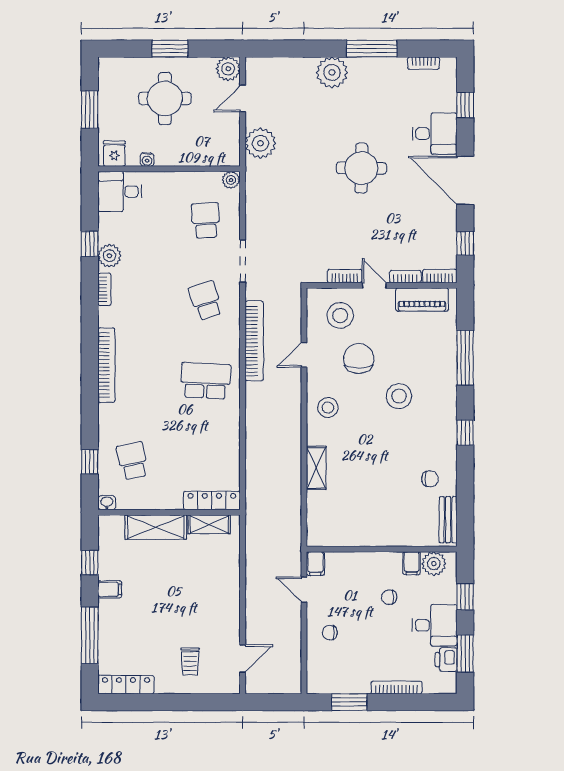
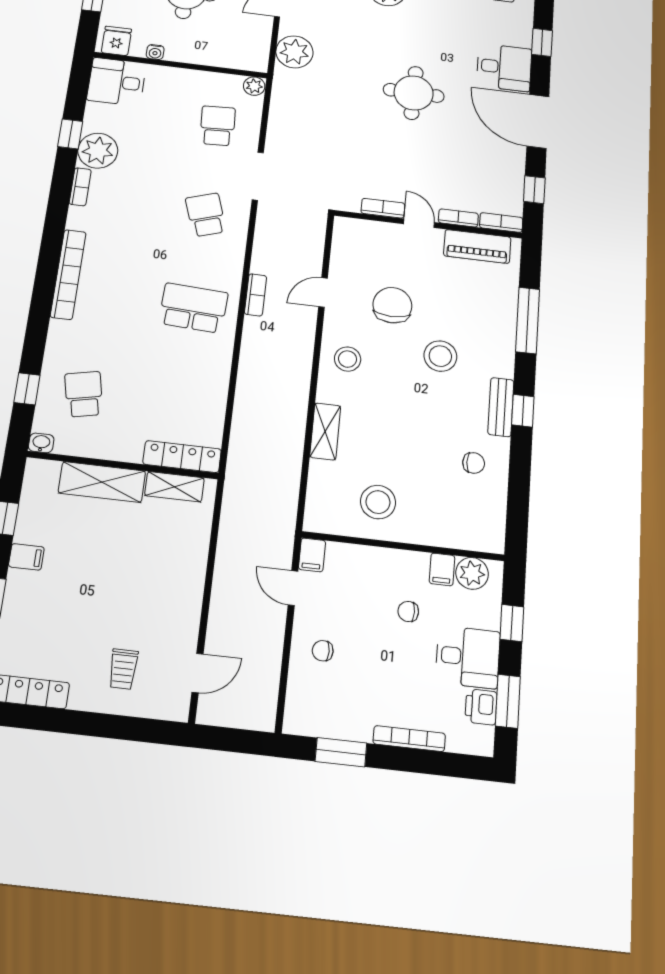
plant: (109, 256) -> (98, 151), width x1.36, depth x1.36
stool: (340, 315) -> (378, 502), moved
bookcase: (254, 341) -> (256, 295), width x0.43, depth x0.76
bench: (448, 520) -> (501, 407), moved

